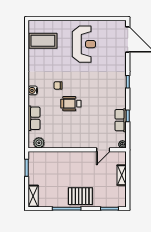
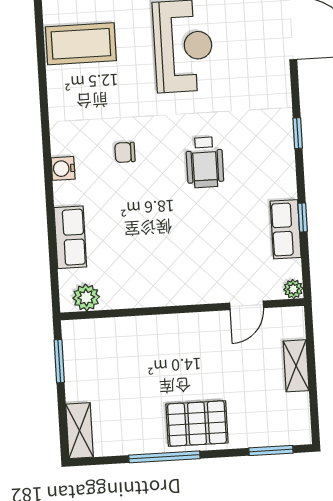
wheelchair: (71, 104) -> (205, 162), moved, turned -90

